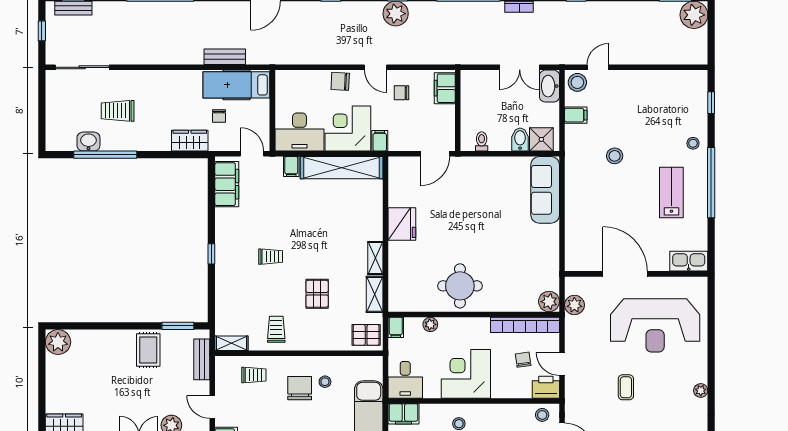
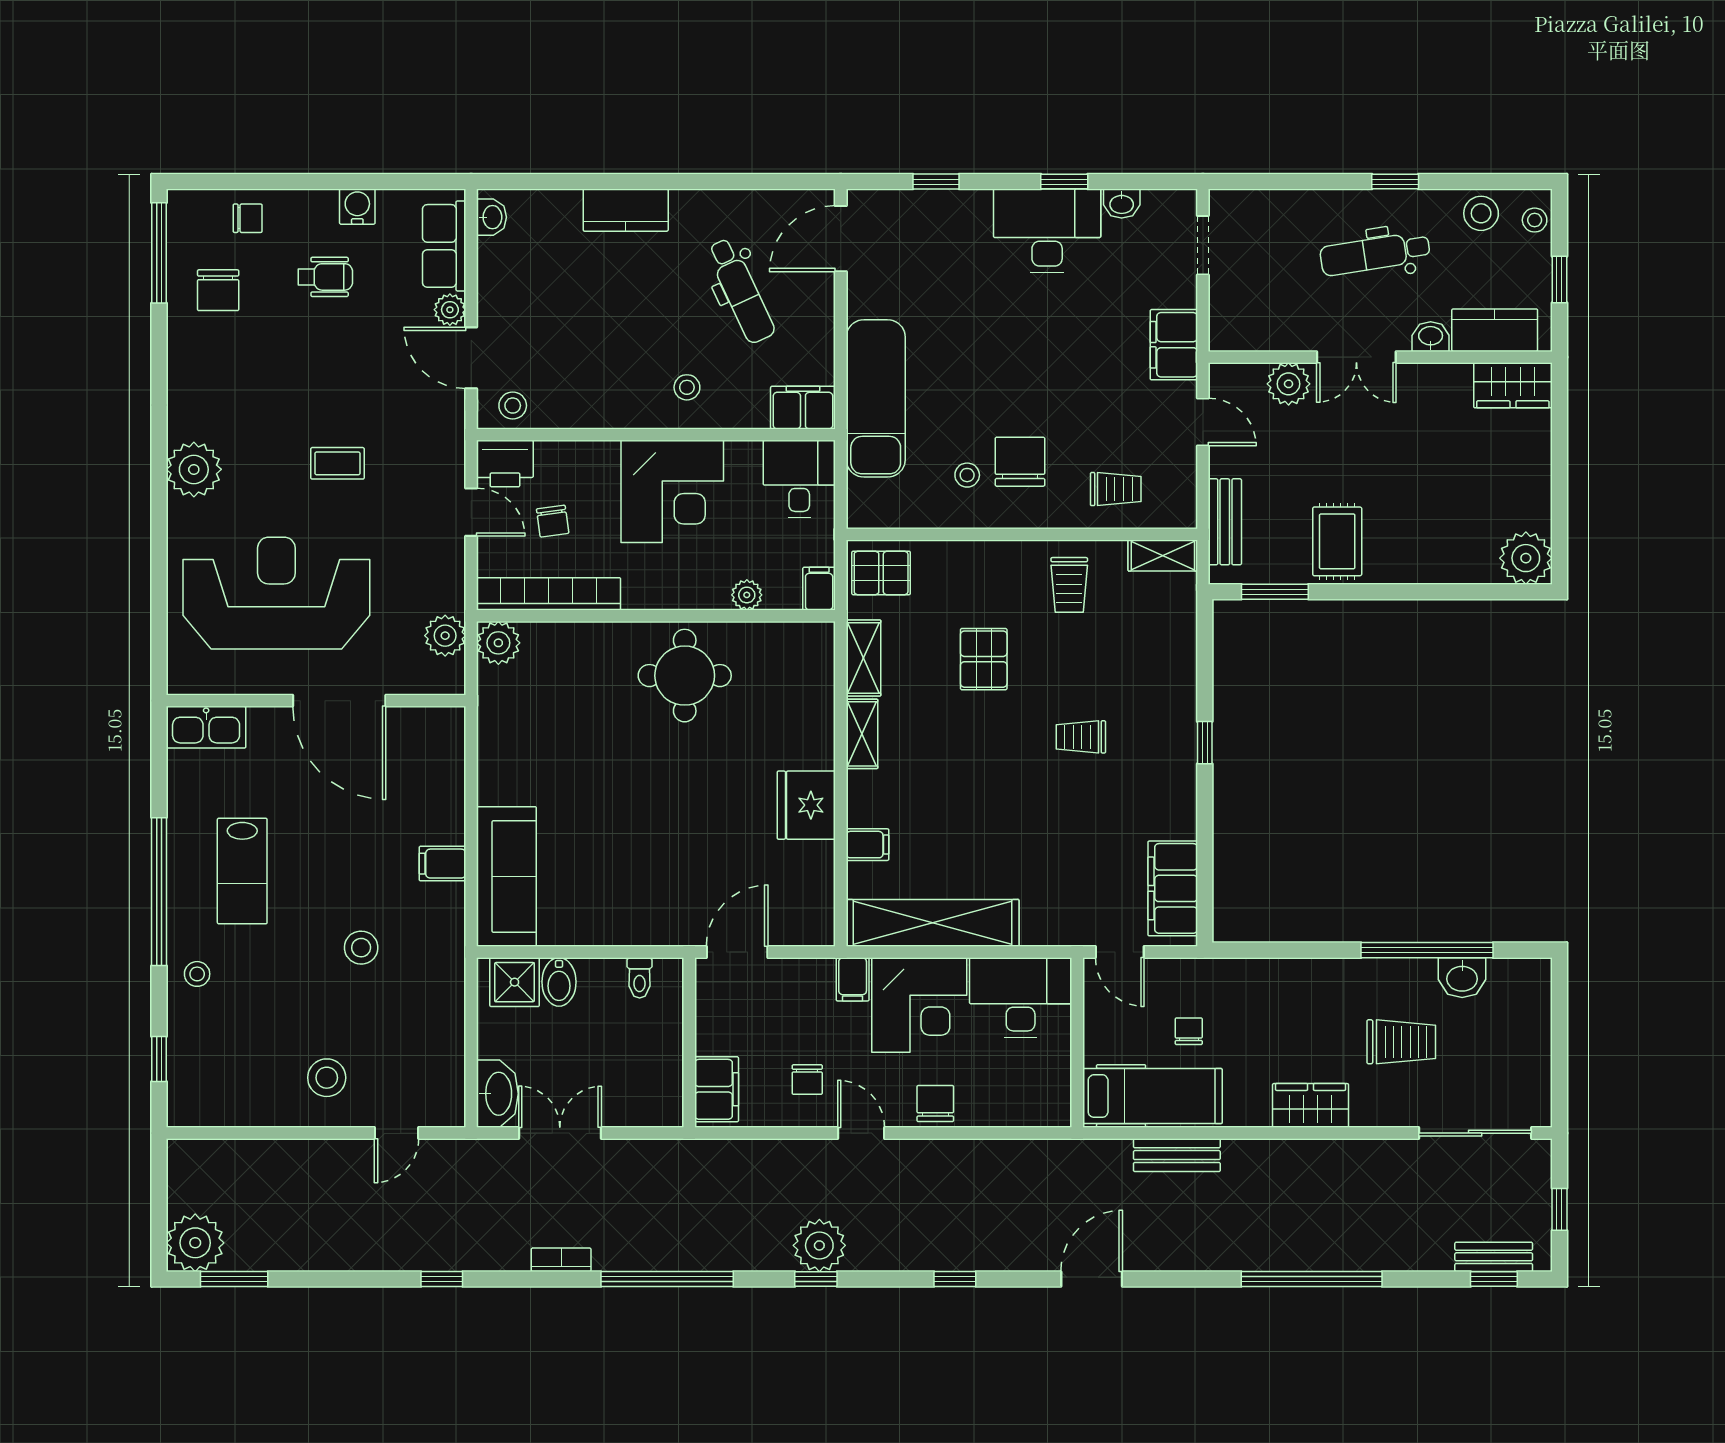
chair: (340, 81) -> (935, 1104), turned -93
stool: (577, 82) -> (327, 1078), moved
chair: (401, 93) -> (807, 1080), turned 90
filing cabinet: (576, 115) -> (442, 864), moved
wardrobe: (190, 141) -> (1311, 1105), moved, turned 180
filing cabinet: (291, 167) -> (867, 845), moved, turned 90
trolley: (254, 375) -> (1116, 489), turned 180
coffee table: (626, 387) -> (337, 463), turned 90
chair: (300, 388) -> (1020, 462), turned 180
plant: (701, 390) -> (194, 469), width x1.88, depth x1.88

